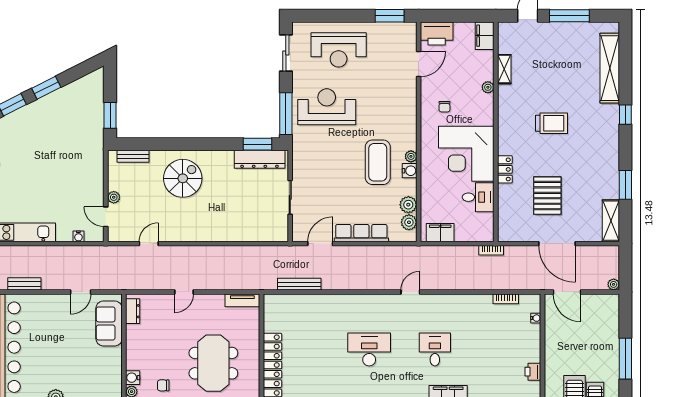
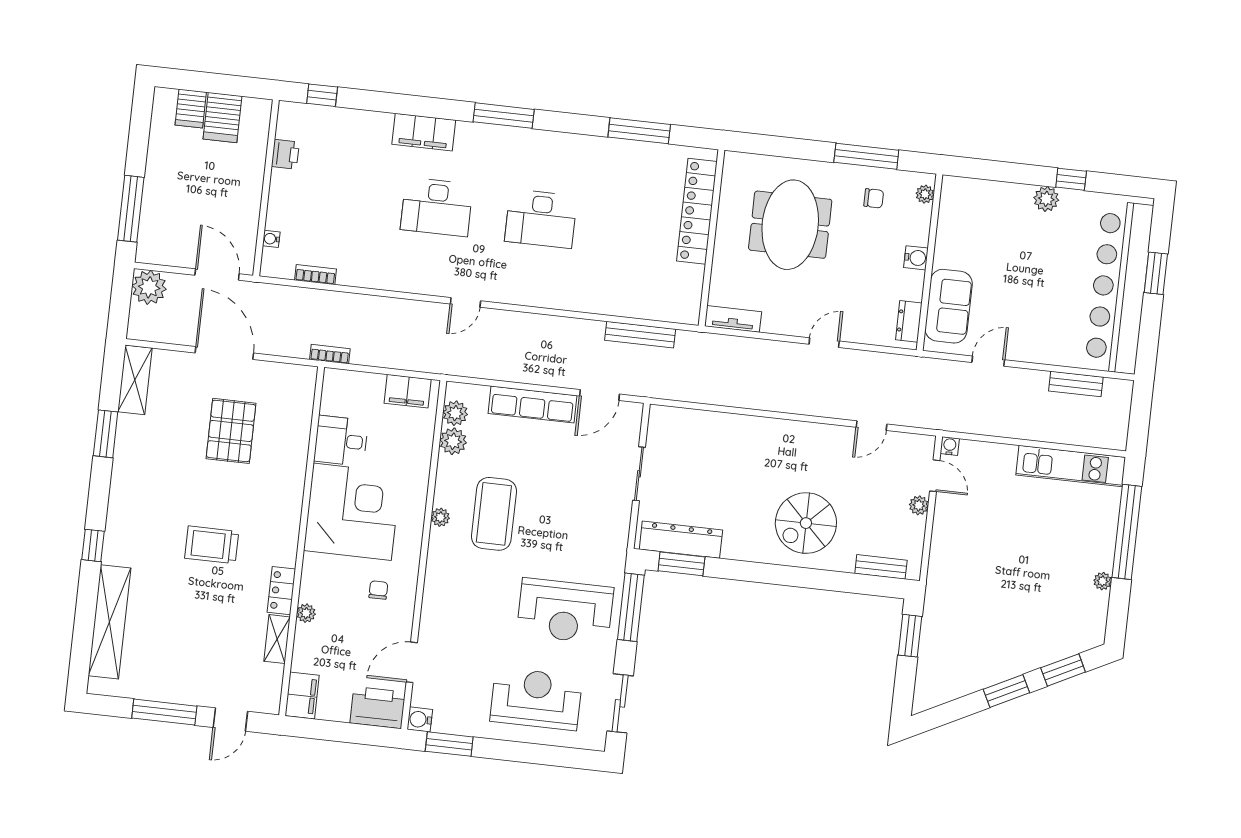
locker: (505, 169) -> (281, 591), moved
water cooler: (410, 171) -> (420, 719), moved
water cooler: (78, 236) -> (950, 446), moved
plant: (614, 284) -> (149, 287), width x1.88, depth x1.88
desk: (435, 349) -> (437, 207), width x1.37
window: (625, 359) -> (131, 209), moved
water cooler: (133, 378) -> (916, 258), moved

